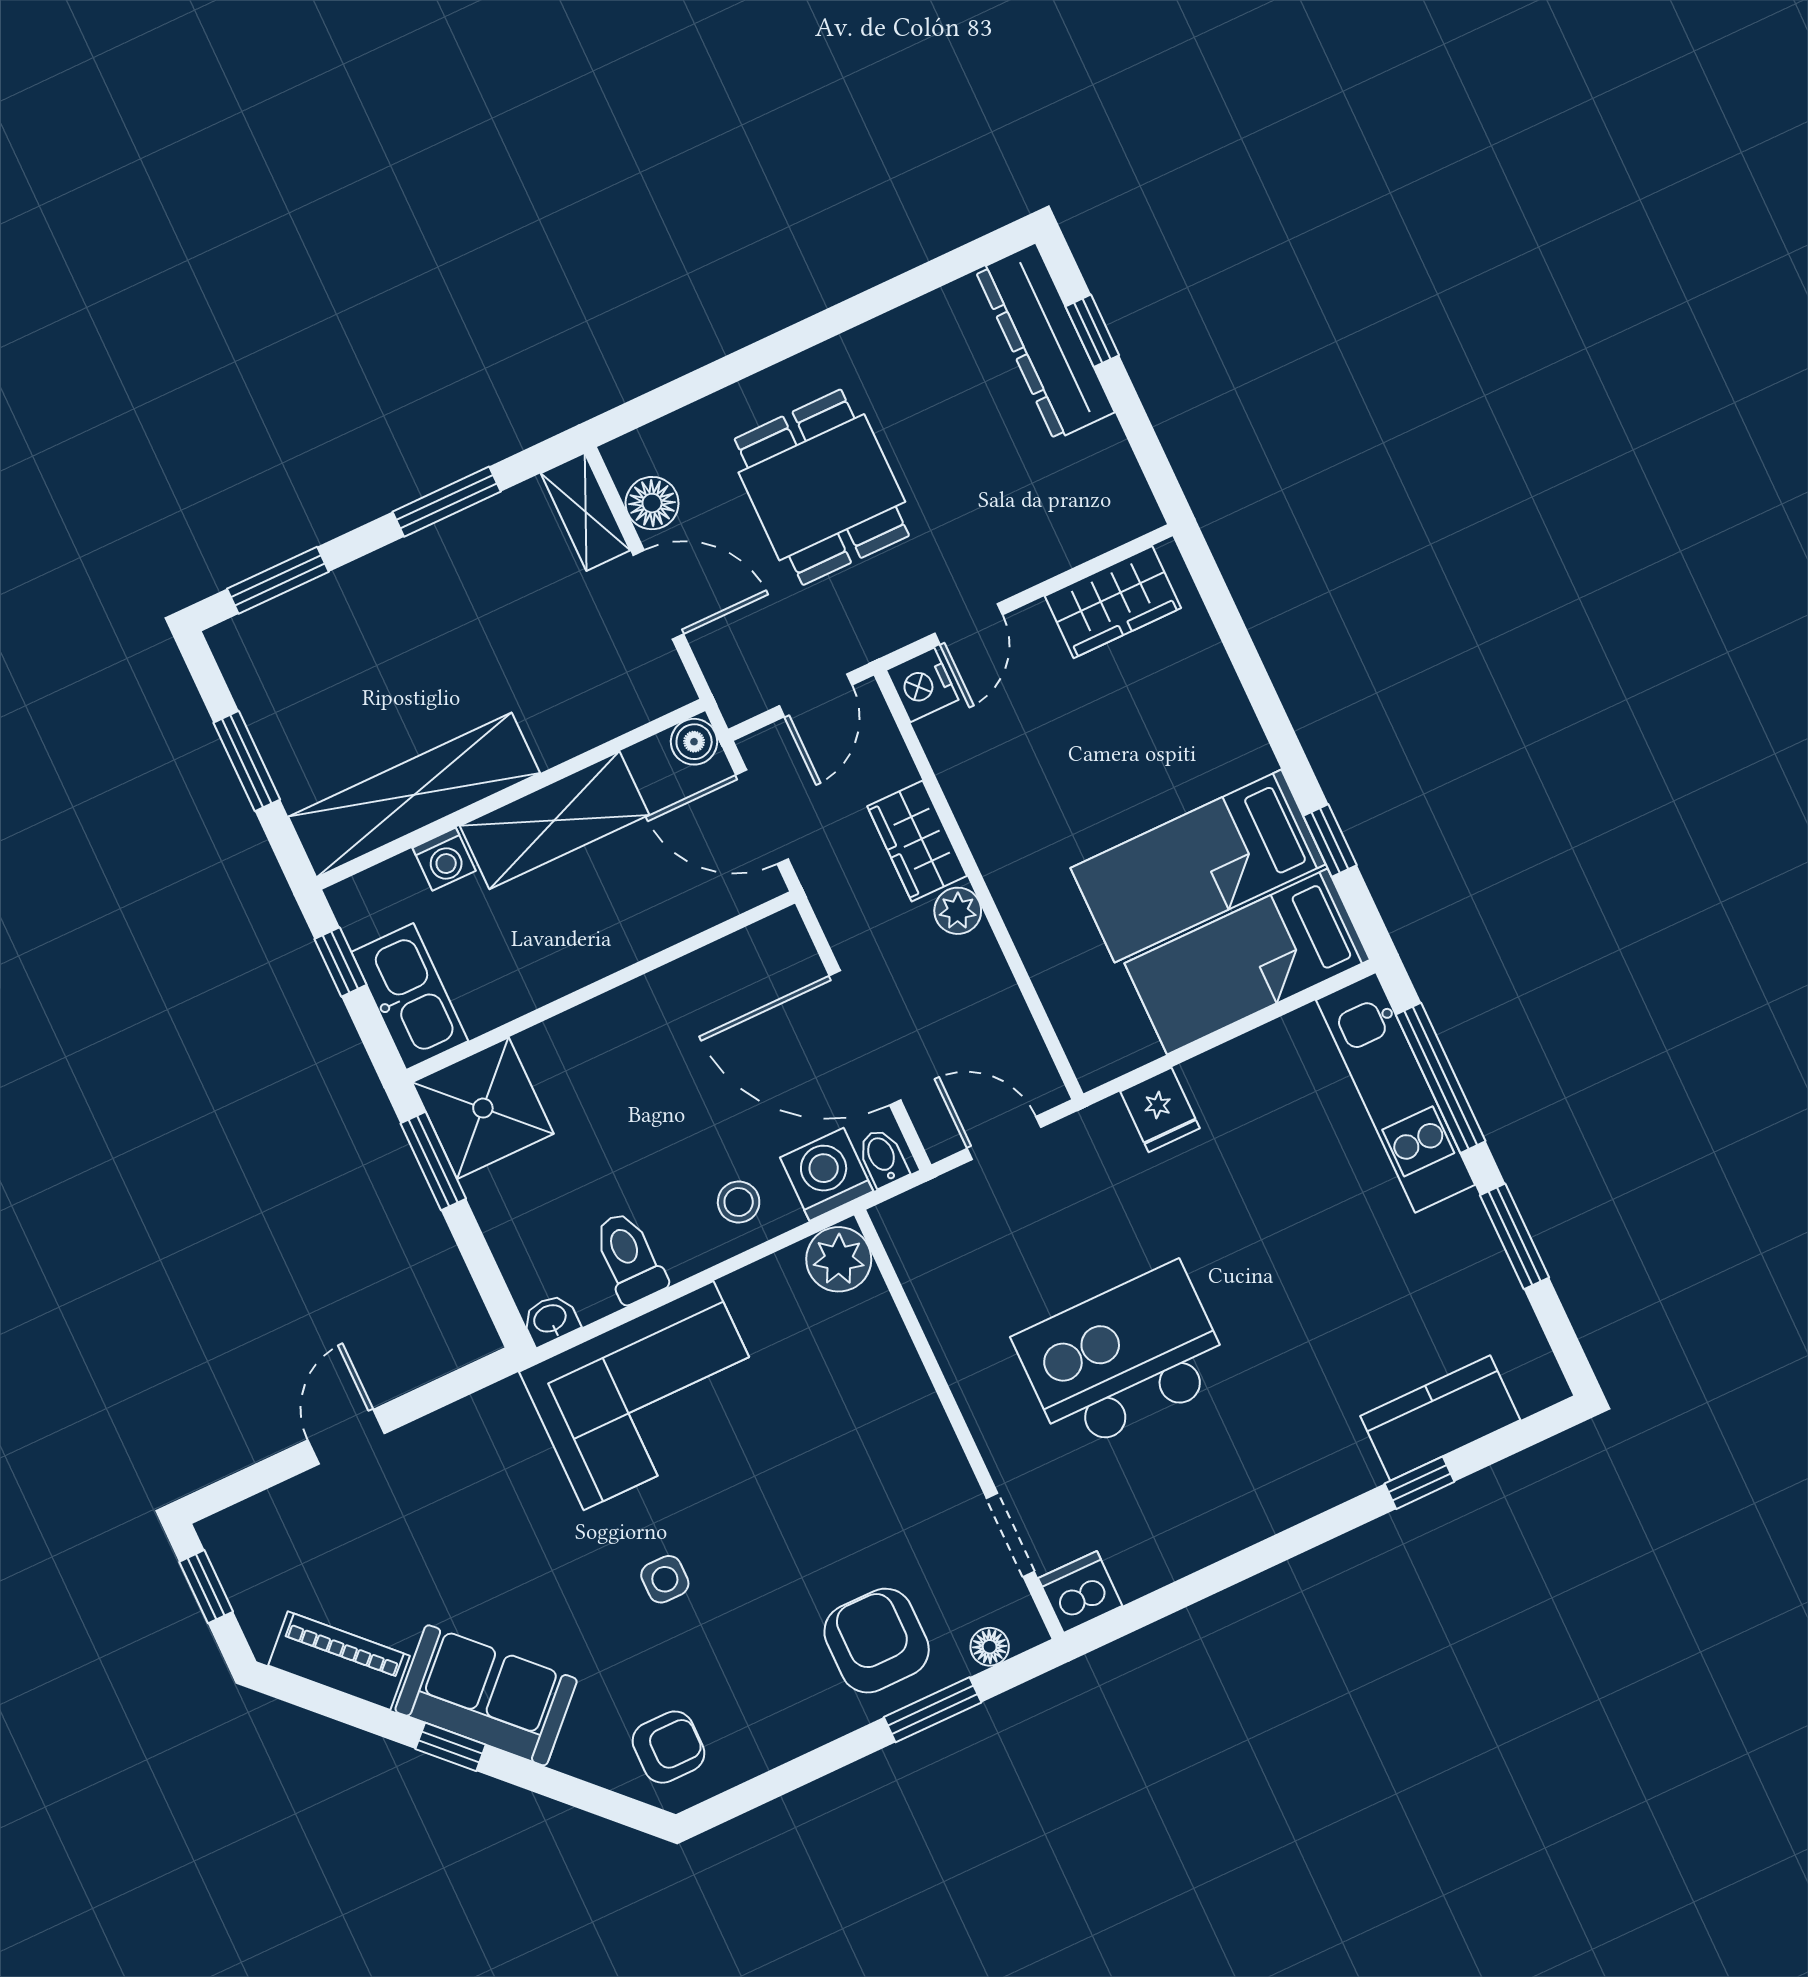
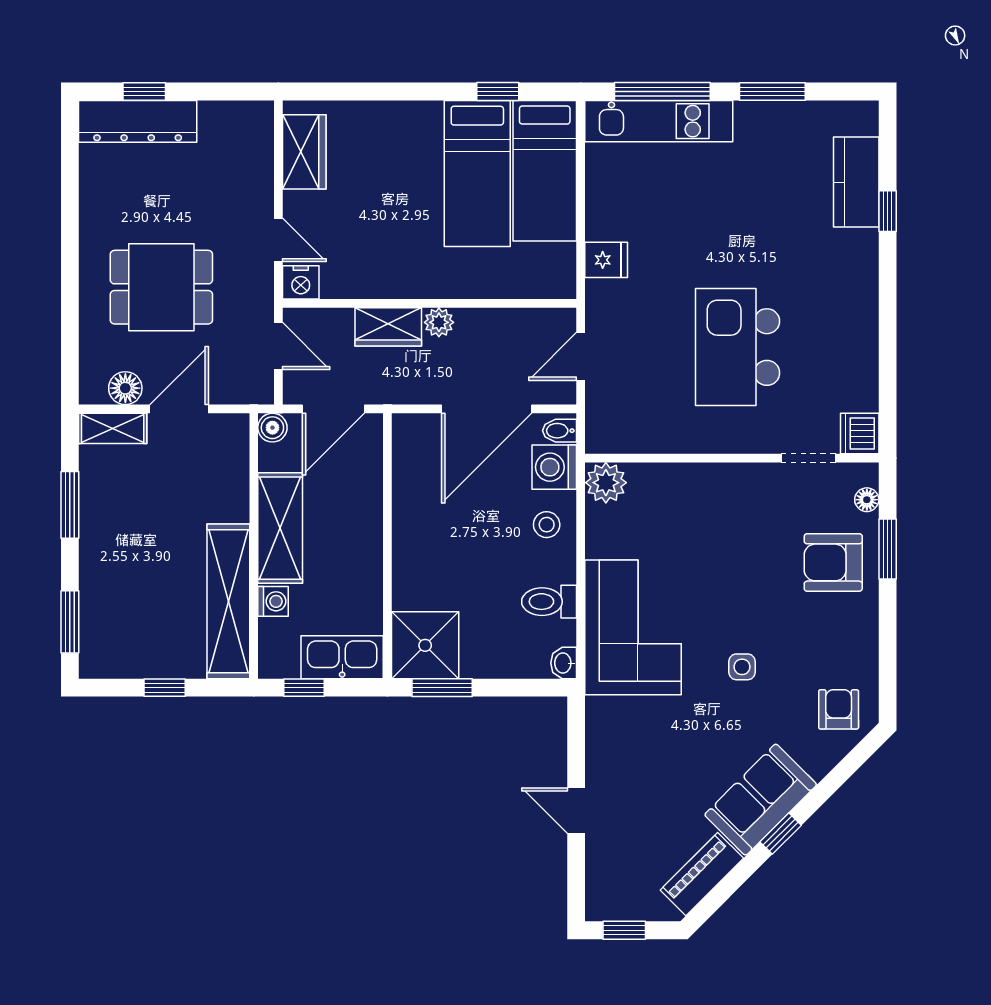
window: (247, 761) -> (165, 688), width x0.67

